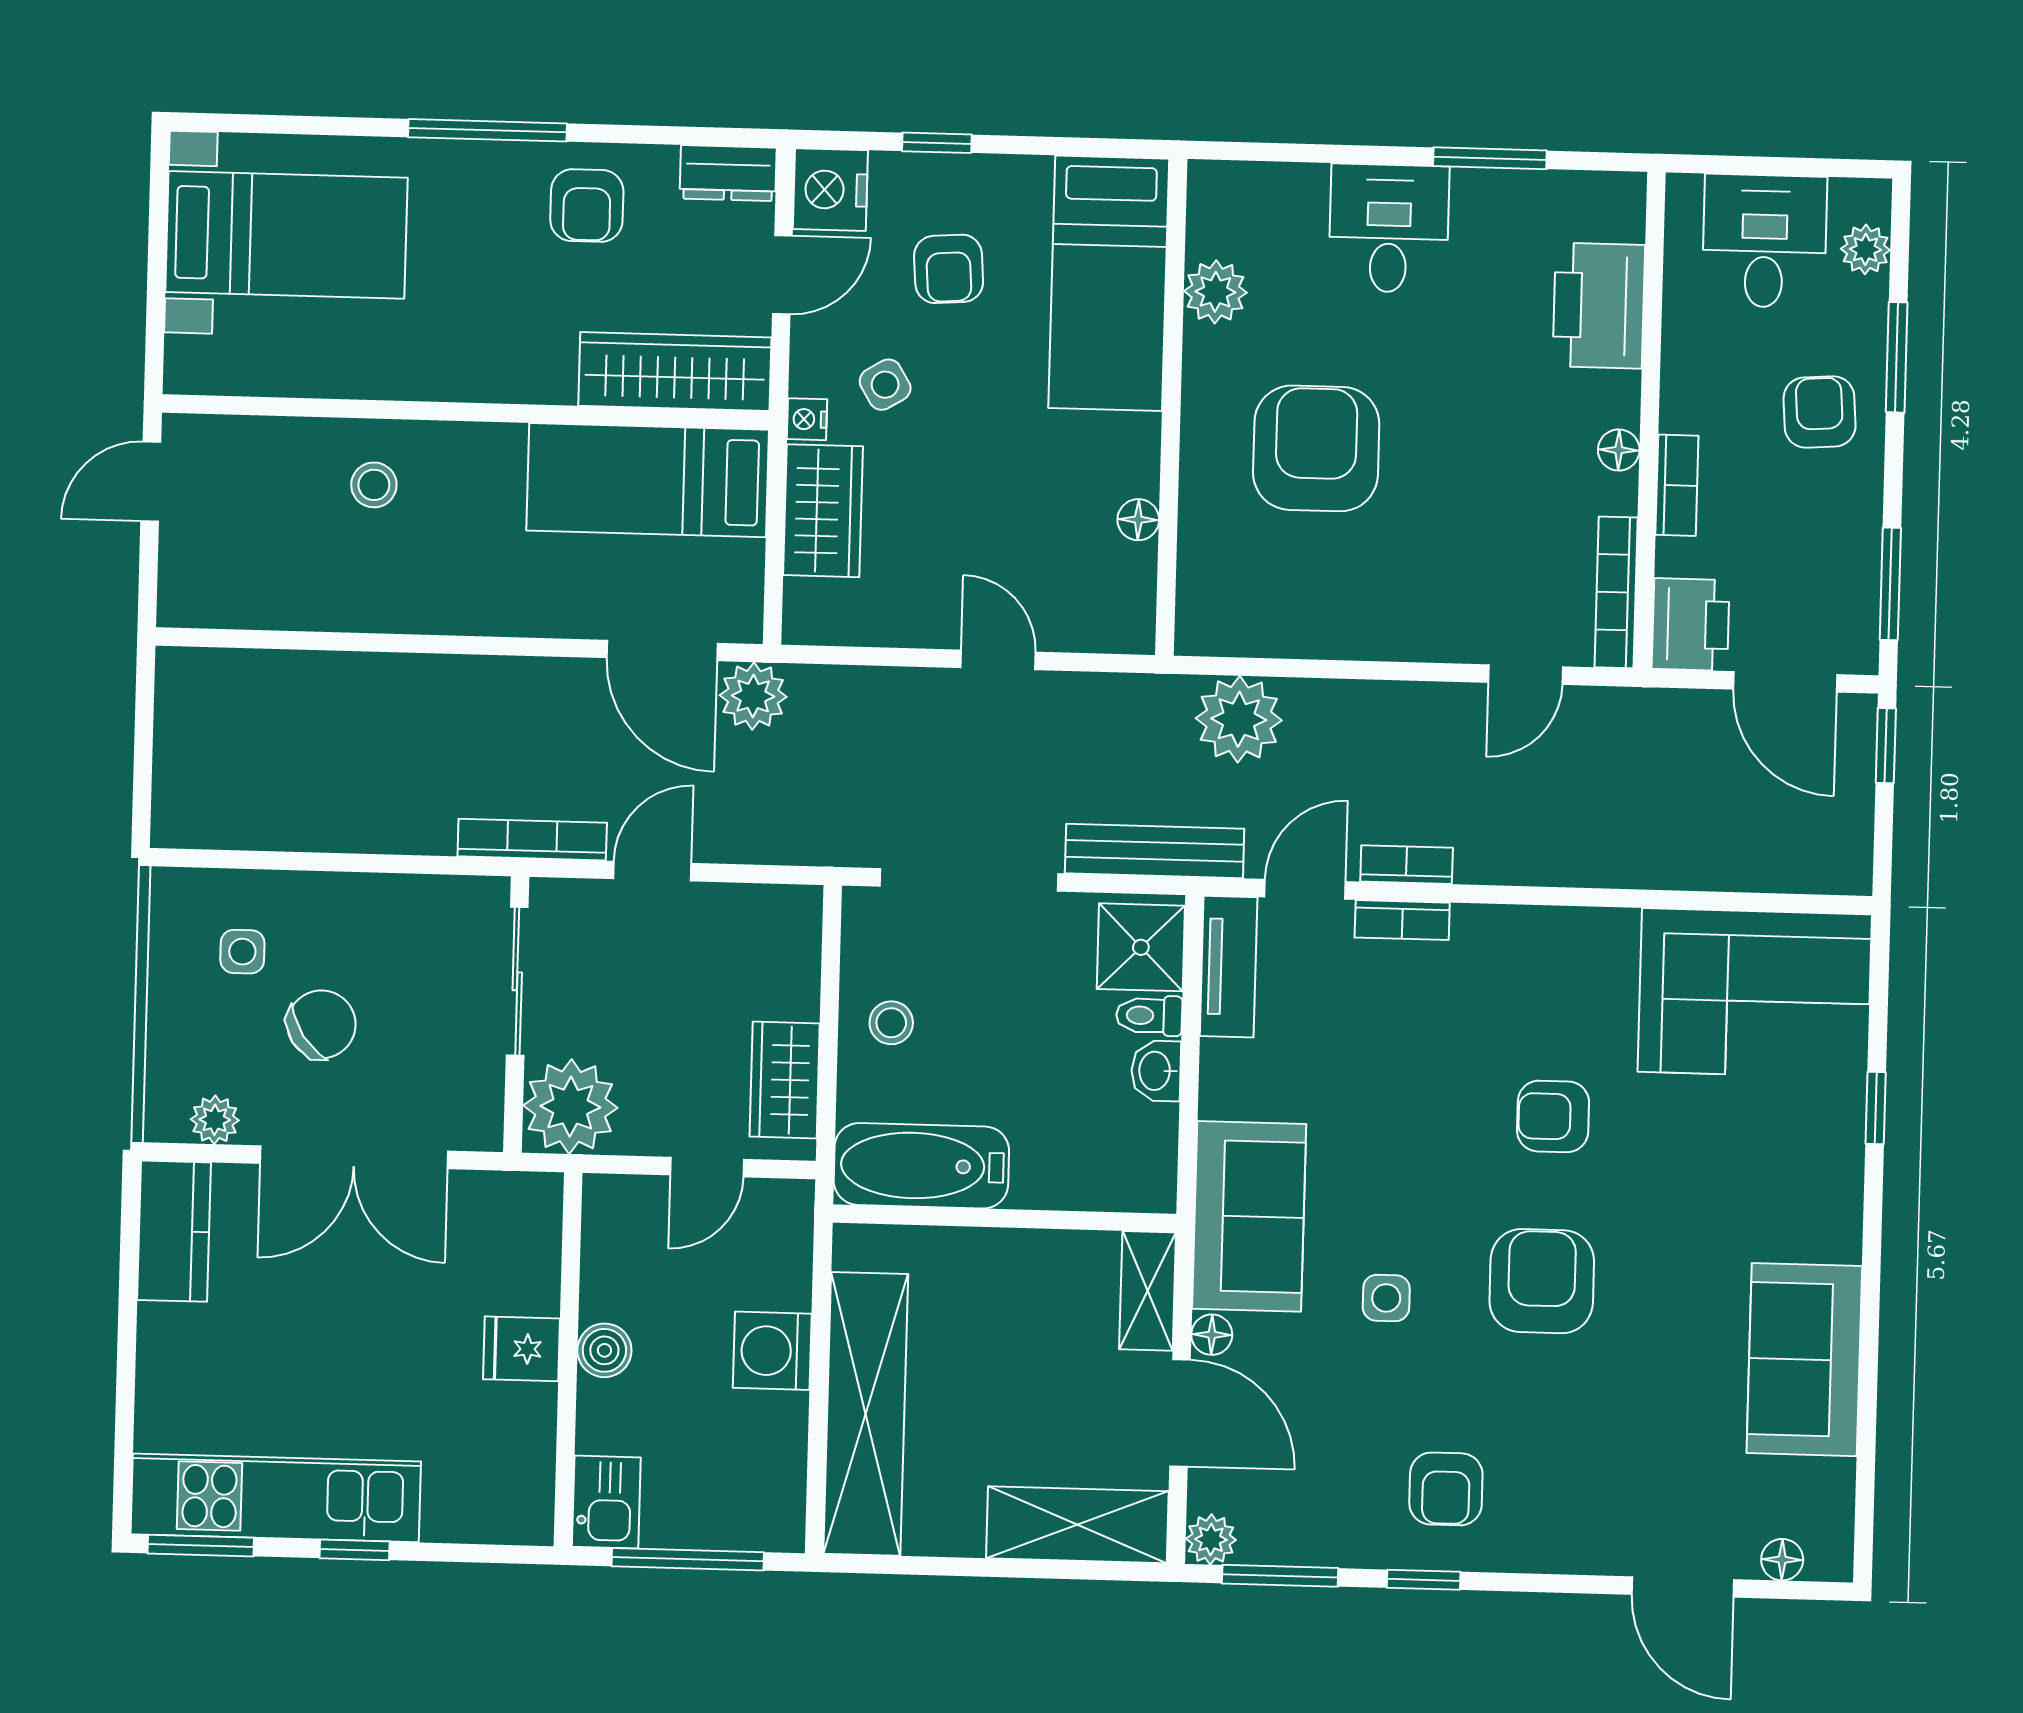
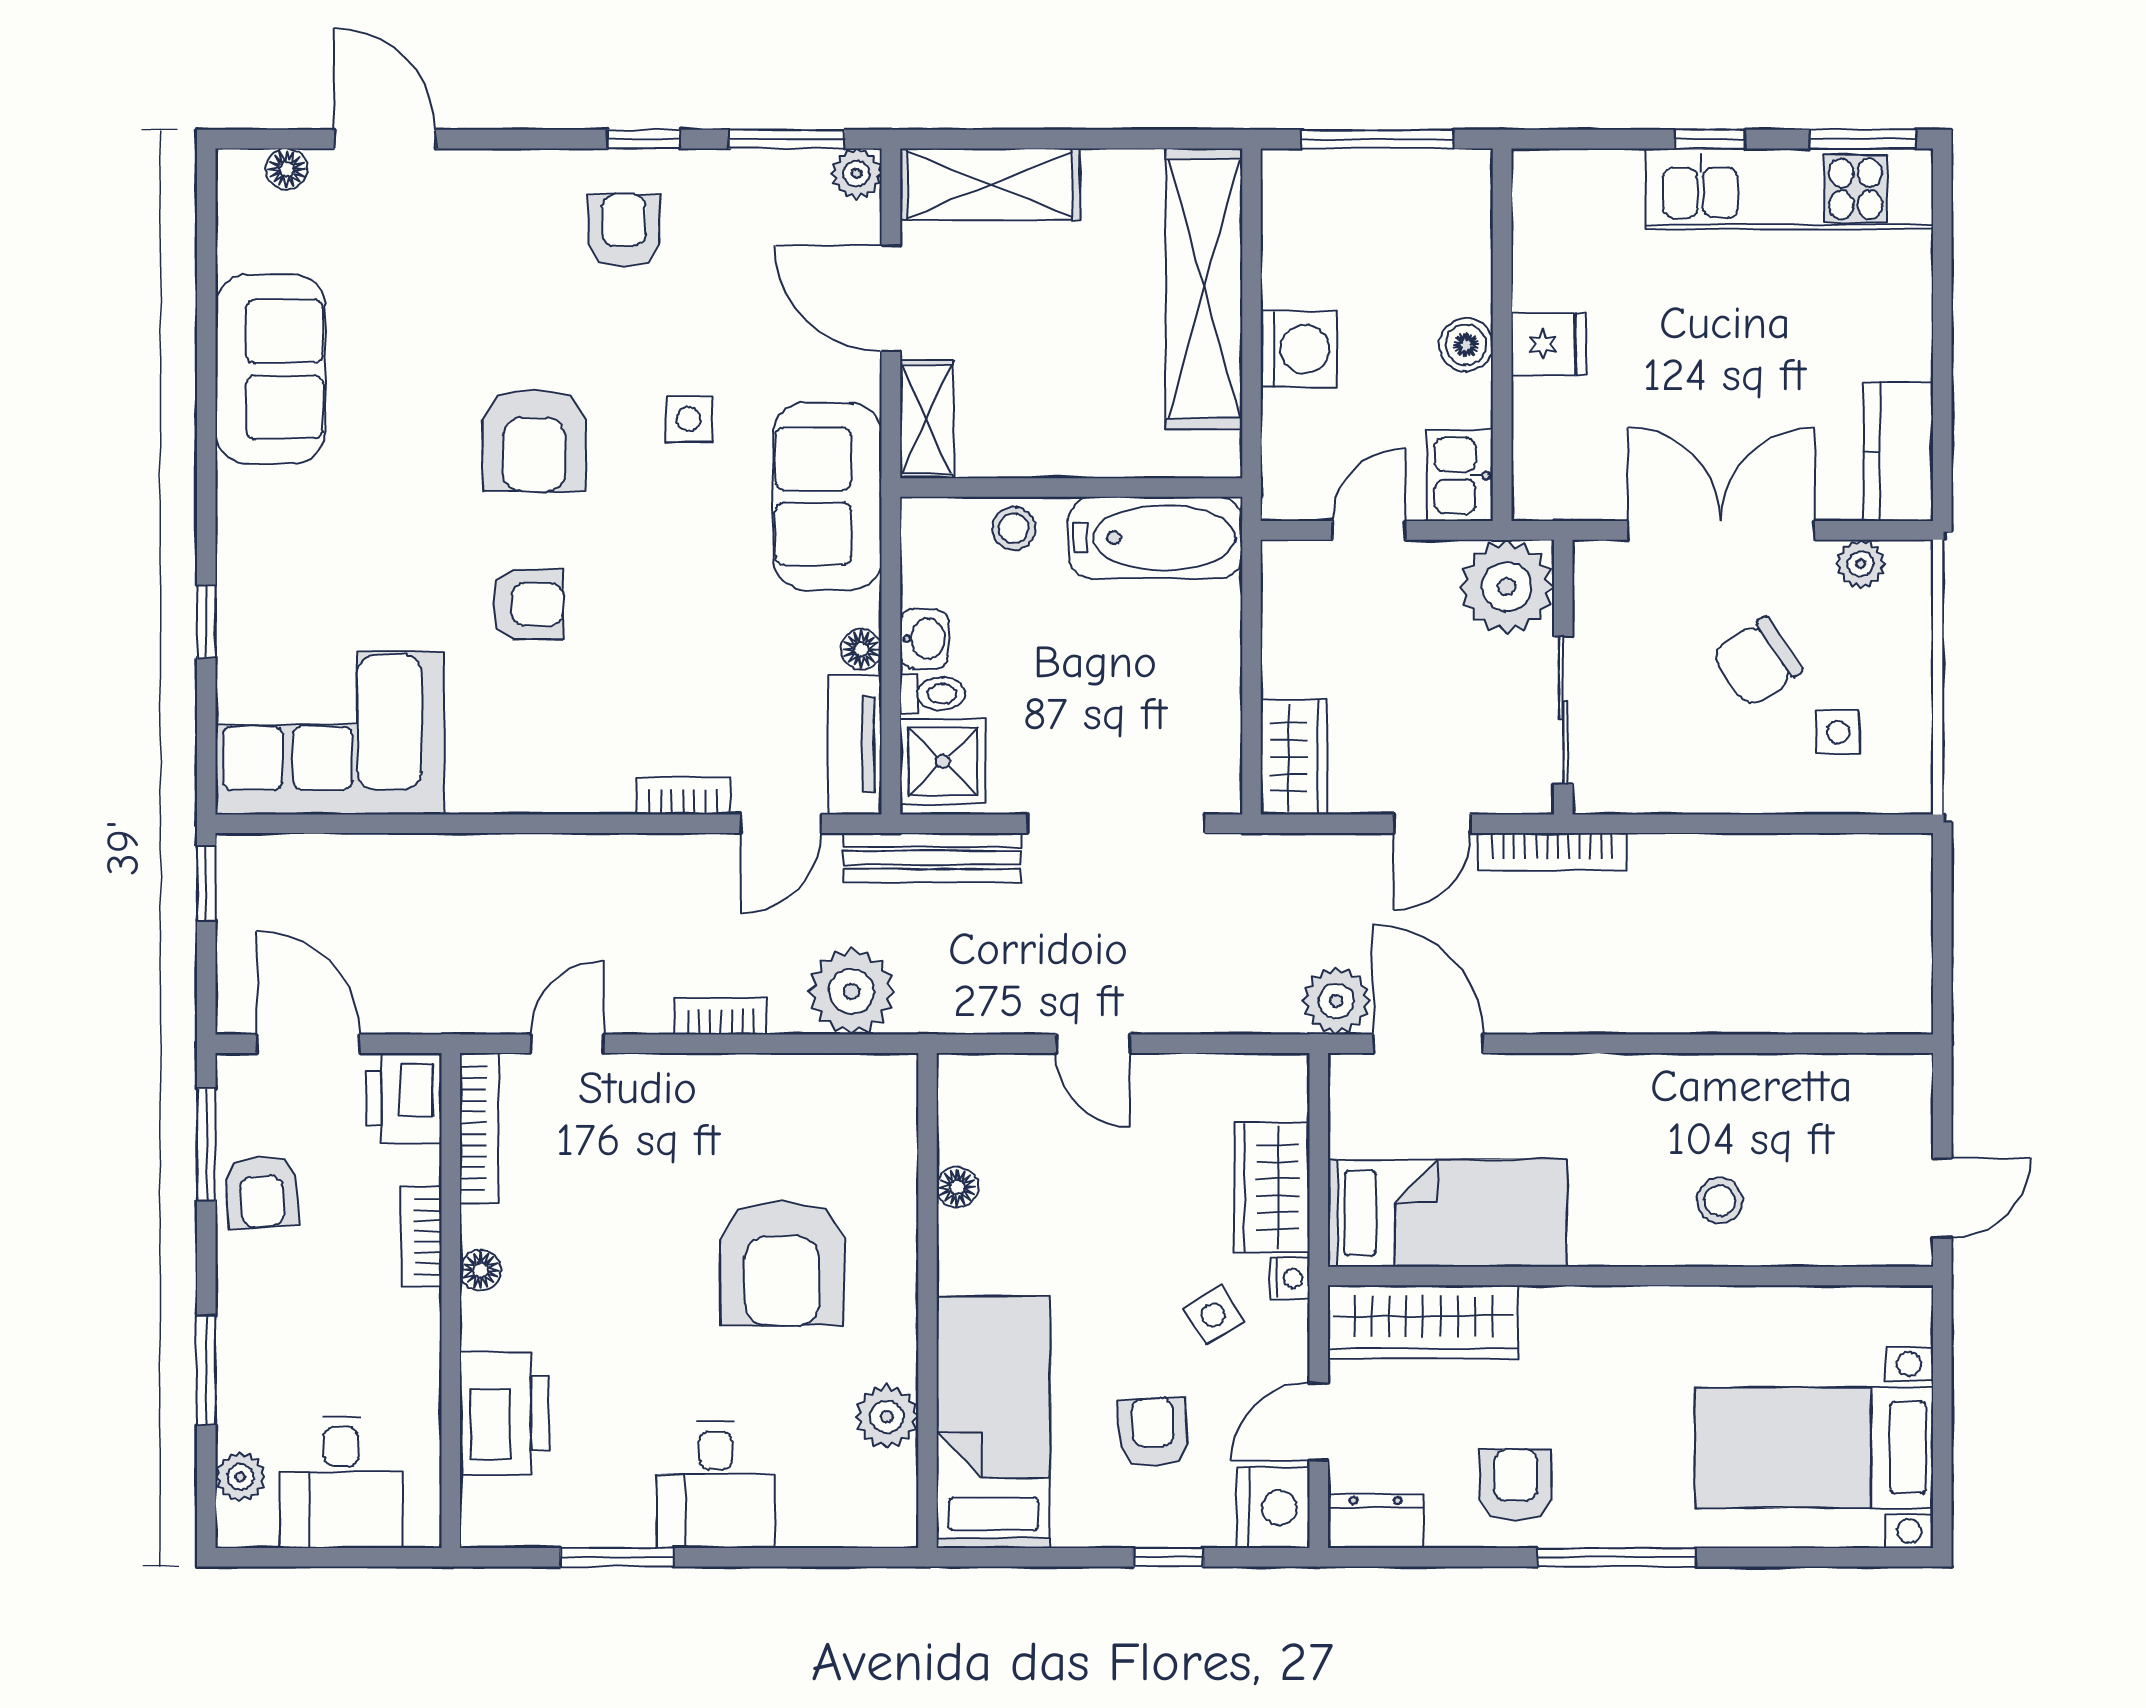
armchair: (1820, 412) -> (261, 1191), moved
window: (1886, 746) -> (206, 883), moved
bookcase: (1407, 865) -> (721, 1016), moved, turned 180
stool: (891, 1023) -> (1014, 528), moved
wardrobe: (785, 1080) -> (1294, 757), moved
floor lamp: (1212, 1335) -> (861, 649), moved
kitchen sink: (606, 1502) -> (1460, 476), moved

